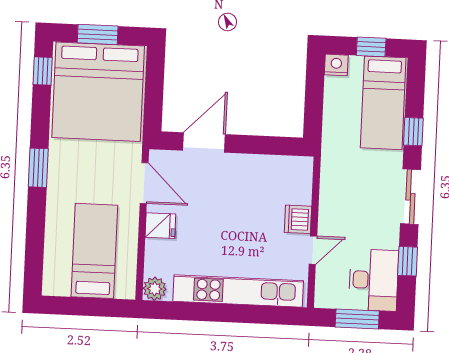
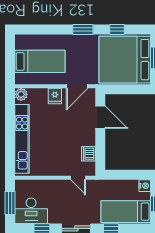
window: (43, 71) -> (117, 30), moved
dishwasher: (298, 219) -> (88, 154), moved, turned -90
door: (313, 250) -> (78, 178), moved

